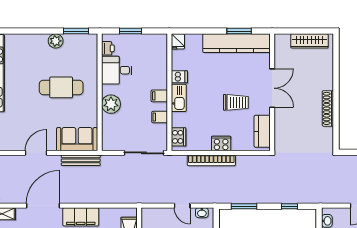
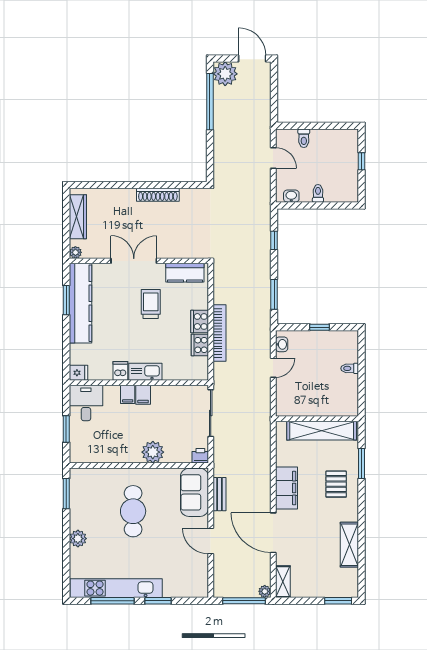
plant: (279, 39) -> (75, 252), added
plant: (56, 41) -> (78, 539), moved
printer: (108, 48) -> (200, 456), moved
desk: (117, 70) -> (86, 403), moved, turned 180
filing cabinet: (160, 117) -> (128, 394), moved
cooker: (179, 137) -> (200, 345), moved, turned -90
bench: (81, 160) -> (219, 494), width x0.73

